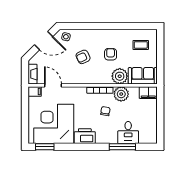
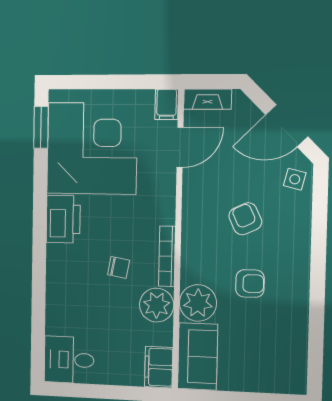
door: (44, 41) -> (287, 126), hinge flipped
coffee table: (141, 45) -> (270, 355), removed
desk: (128, 133) -> (69, 360), moved
window: (122, 147) -> (39, 303), removed

